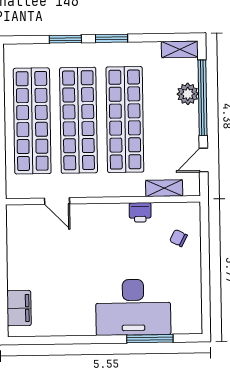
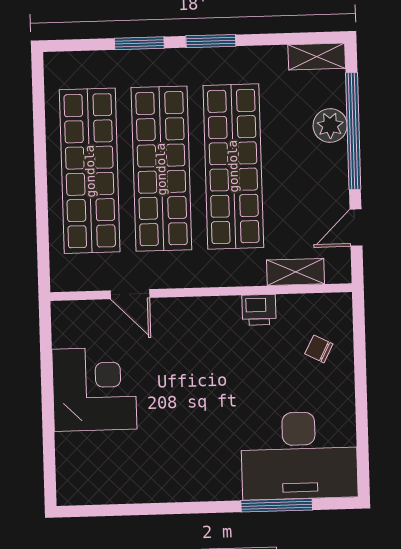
corner desk: (33, 262) -> (94, 389), added
desk: (133, 307) -> (299, 456), moved
filing cabinet: (19, 308) -> (73, 461), removed

